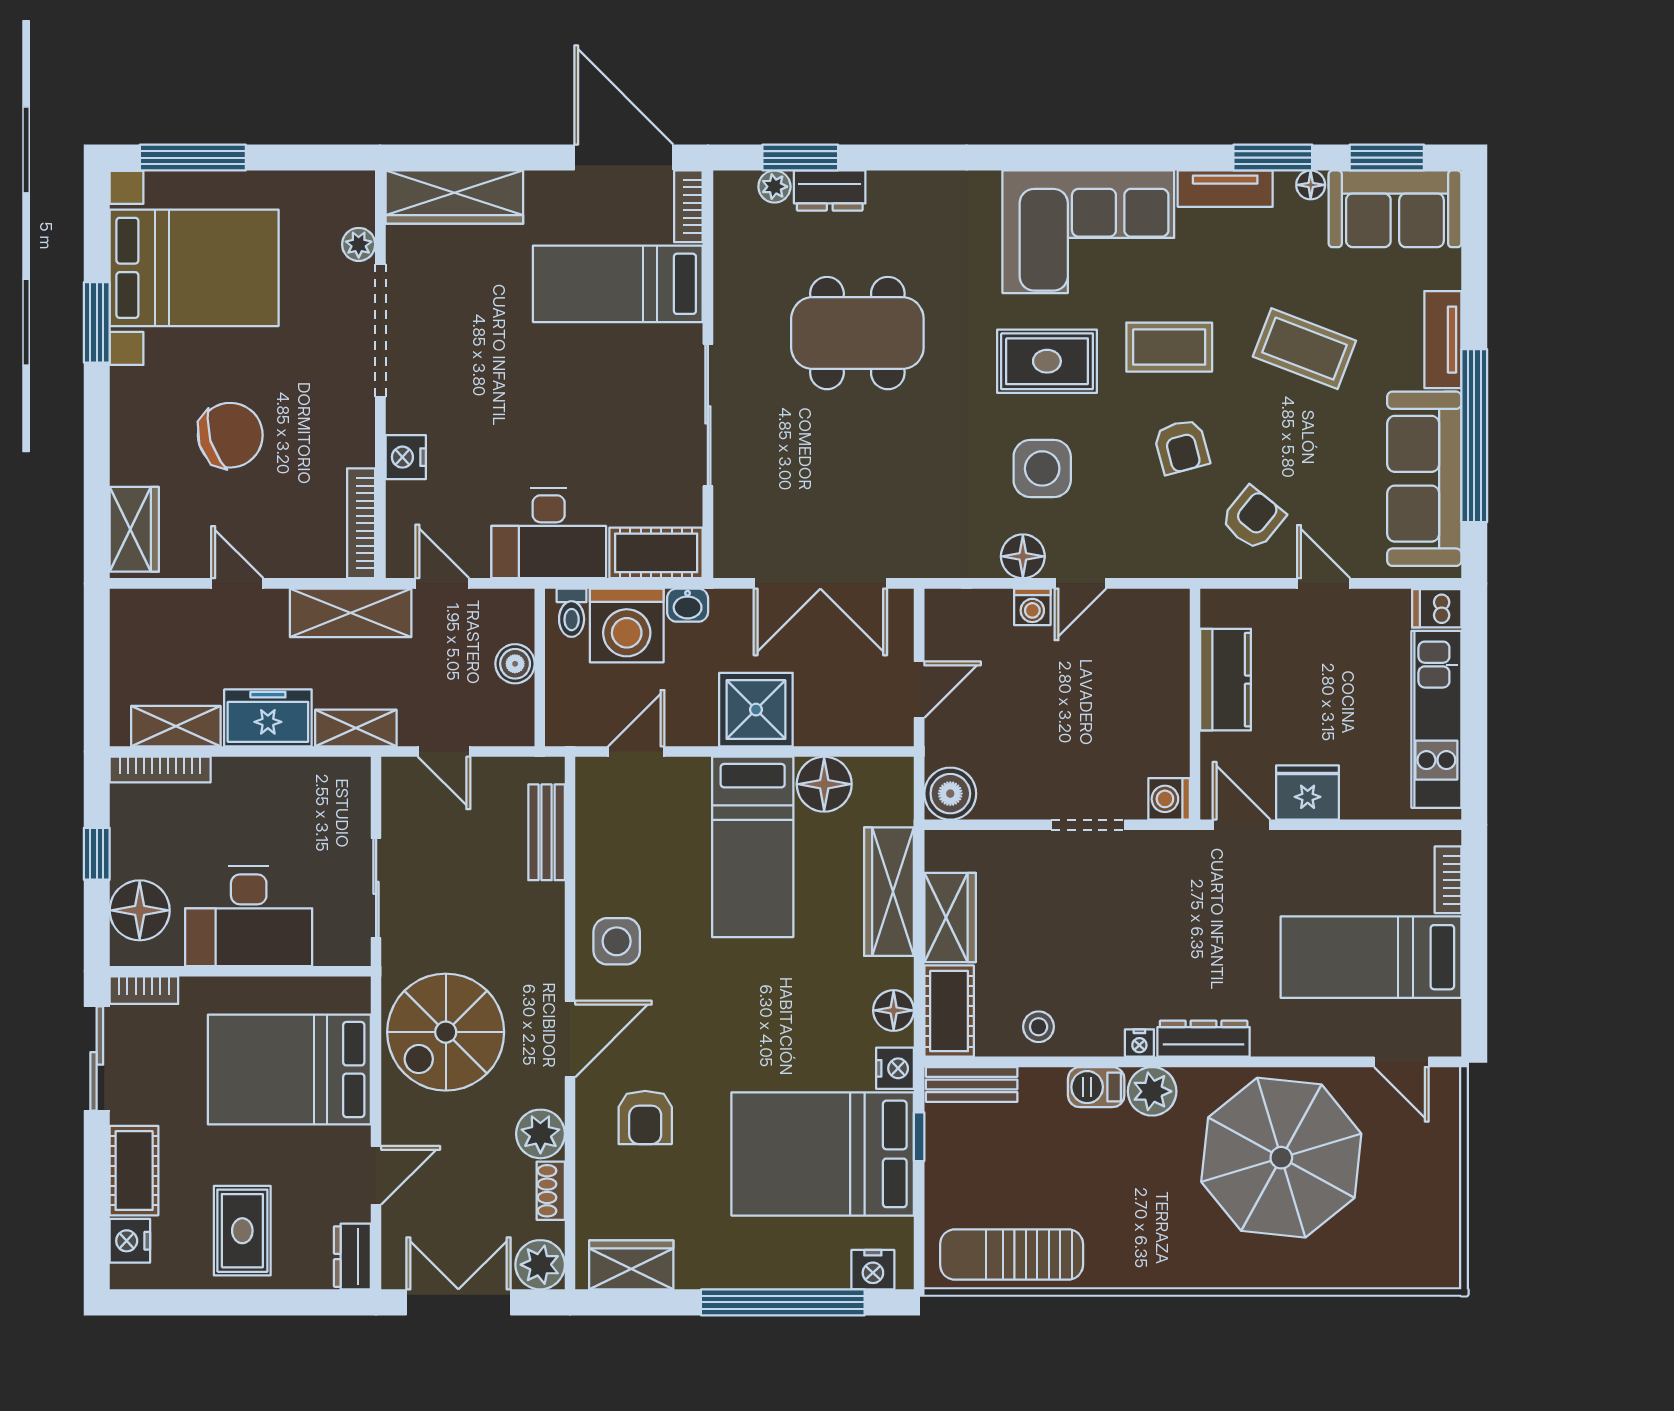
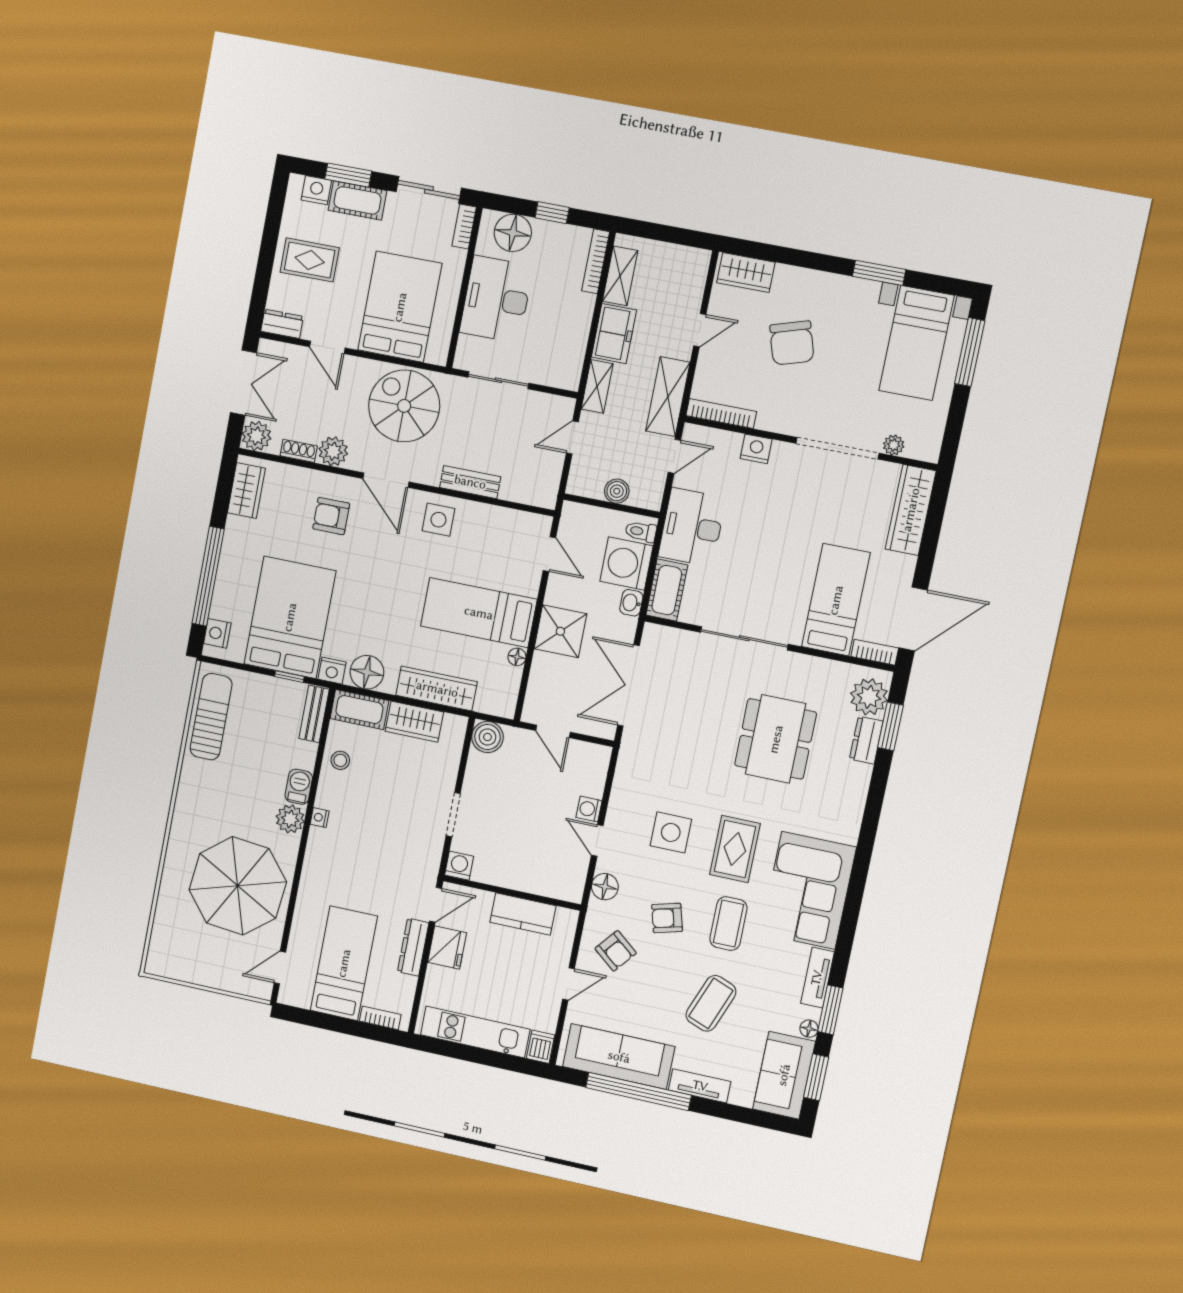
plant: (774, 187) -> (869, 697), width x1.87, depth x1.87
bed with nightstands: (194, 268) -> (917, 343), width x0.73
floor lamp: (1023, 556) -> (605, 887), moved
floor lamp: (824, 784) -> (517, 657), width x0.53, depth x0.53
bench: (547, 832) -> (470, 482), moved
floor lamp: (894, 1010) -> (367, 672), width x1.38, depth x1.38
dresser: (1204, 1039) -> (413, 947), moved, turned 180
window: (97, 1193) -> (348, 175), added

